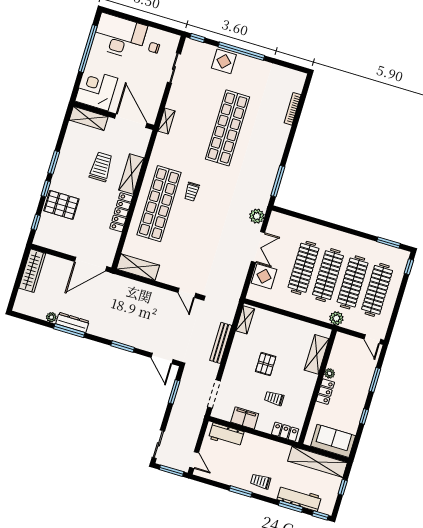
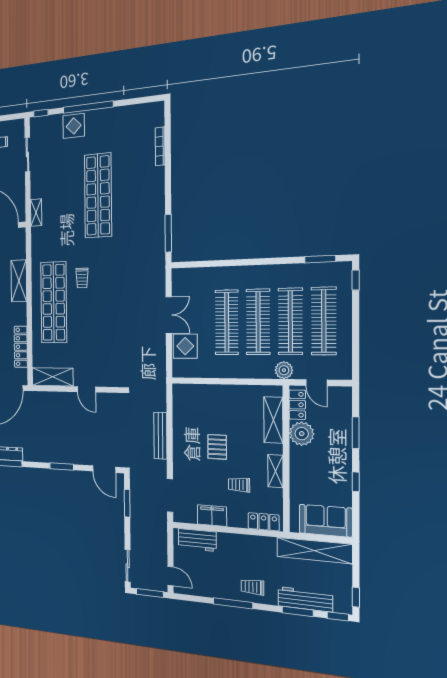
locker: (121, 212) -> (21, 347), moved
plant: (257, 216) -> (157, 281), removed
door: (187, 293) -> (86, 389), moved
shelving: (245, 320) -> (275, 471), moved
door: (372, 339) -> (316, 383), moved
plant: (330, 373) -> (302, 434), width x1.88, depth x1.88
locker: (325, 392) -> (297, 405), moved
window: (343, 487) -> (356, 597), moved
window: (241, 491) -> (233, 603), width x1.44

